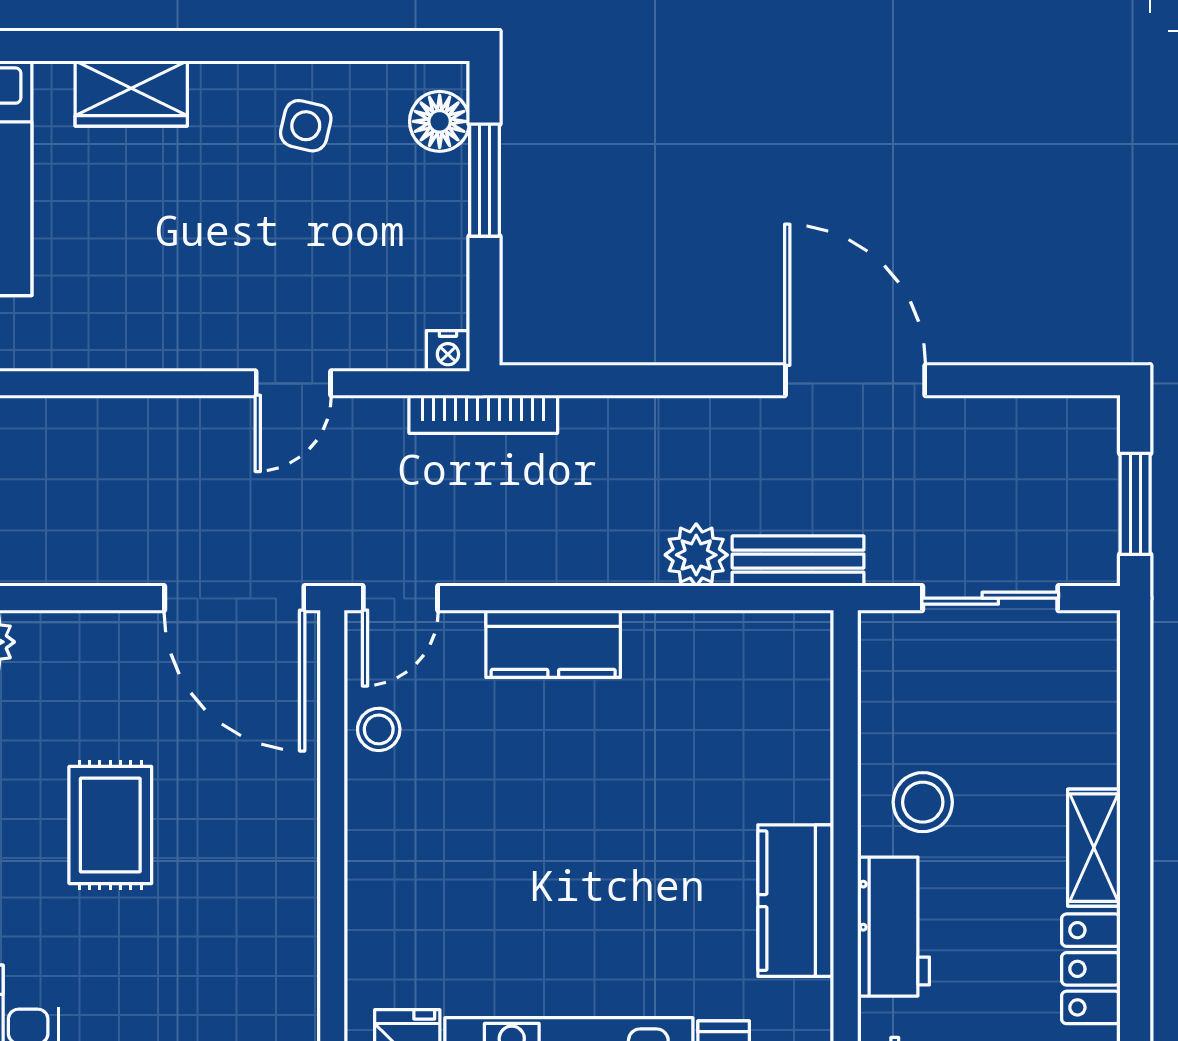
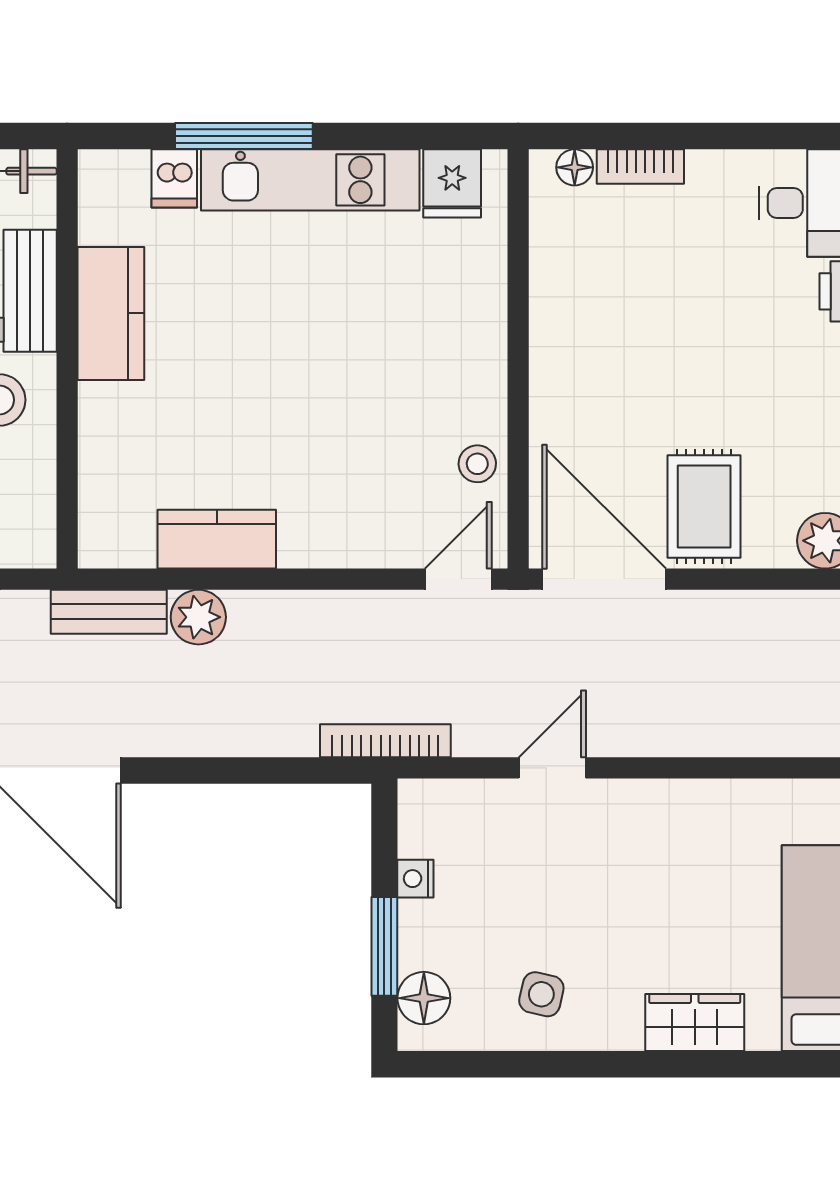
nightstand: (448, 351) -> (415, 879), moved, turned -90
kitchen counter: (553, 644) -> (217, 539), moved
rug: (110, 825) -> (704, 507), moved

